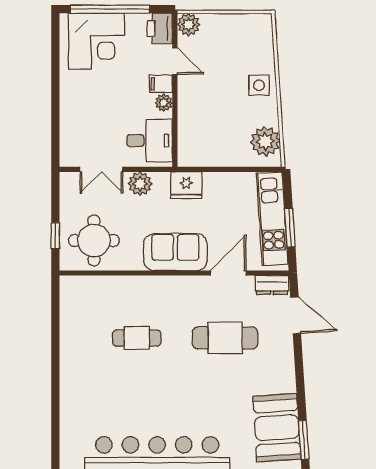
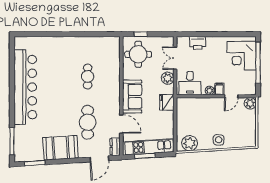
printer: (160, 28) -> (198, 43), moved, turned 180
booth: (277, 428) -> (61, 148), moved

